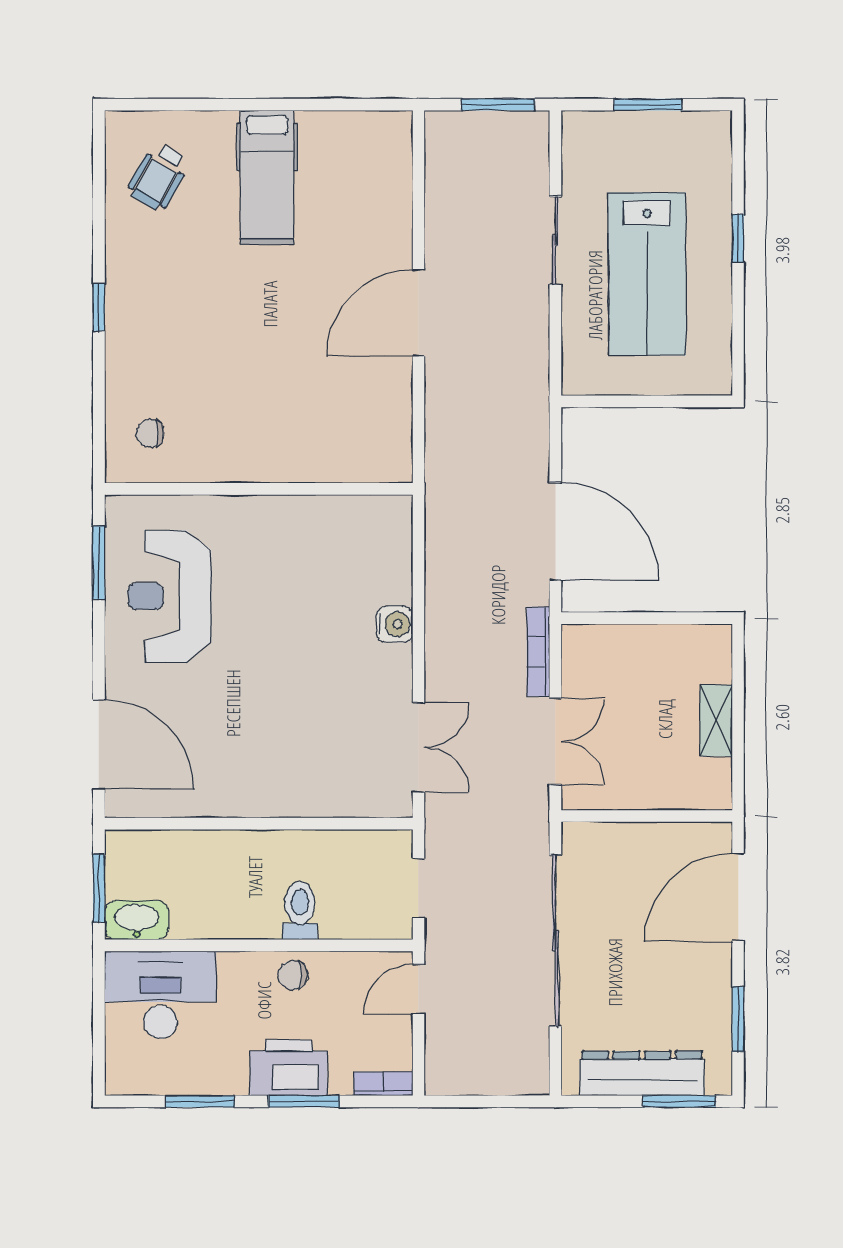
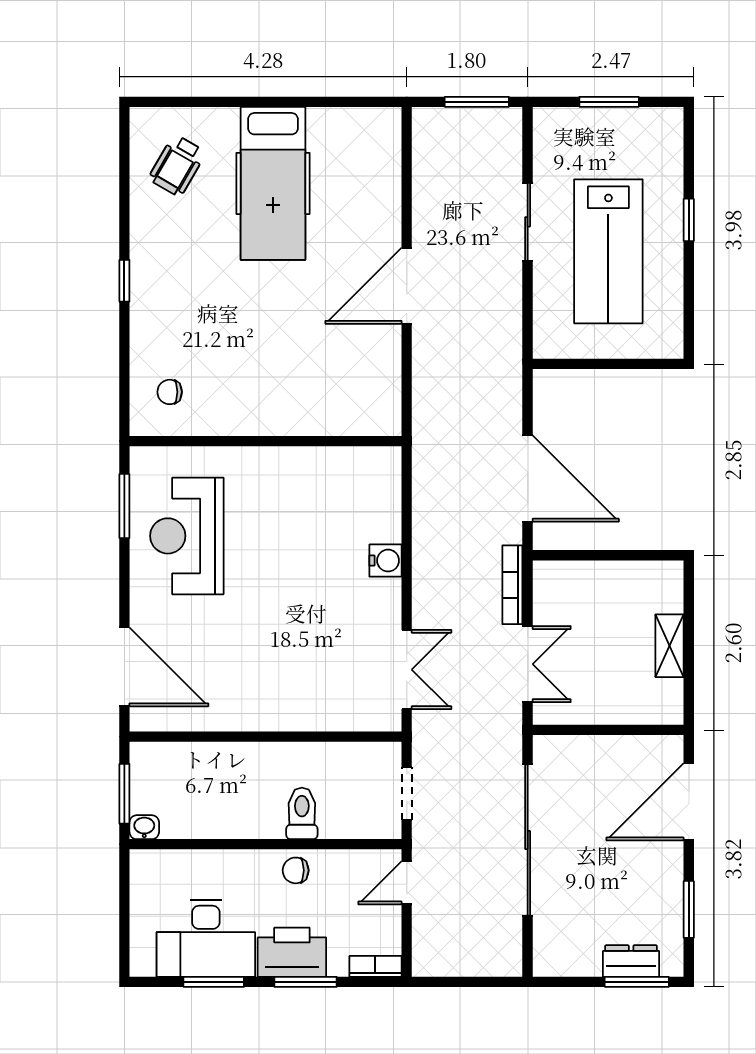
hospital bed: (267, 178) -> (273, 183), width x1.37, depth x1.29
washbasin: (137, 920) -> (144, 827), width x0.52, depth x0.69
desk: (160, 995) -> (206, 938), moved, turned 180
dresser: (642, 1073) -> (631, 961), width x0.51, depth x0.80

